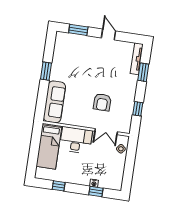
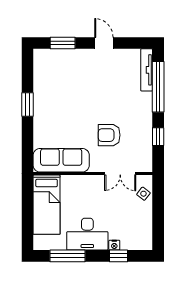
window: (143, 72) -> (158, 87), width x2.11
sofa: (54, 102) -> (61, 160), moved, turned -90
armchair: (102, 102) -> (109, 135), turned 90
desk: (76, 140) -> (87, 234), moved, turned 180
window: (59, 186) -> (68, 256), width x2.17

